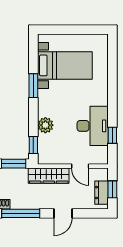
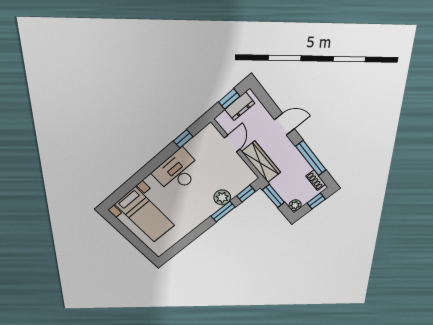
bed with nightstands: (65, 65) -> (145, 215), moved, turned 180
window: (33, 86) -> (223, 212), moved
desk: (93, 126) -> (178, 172), moved

